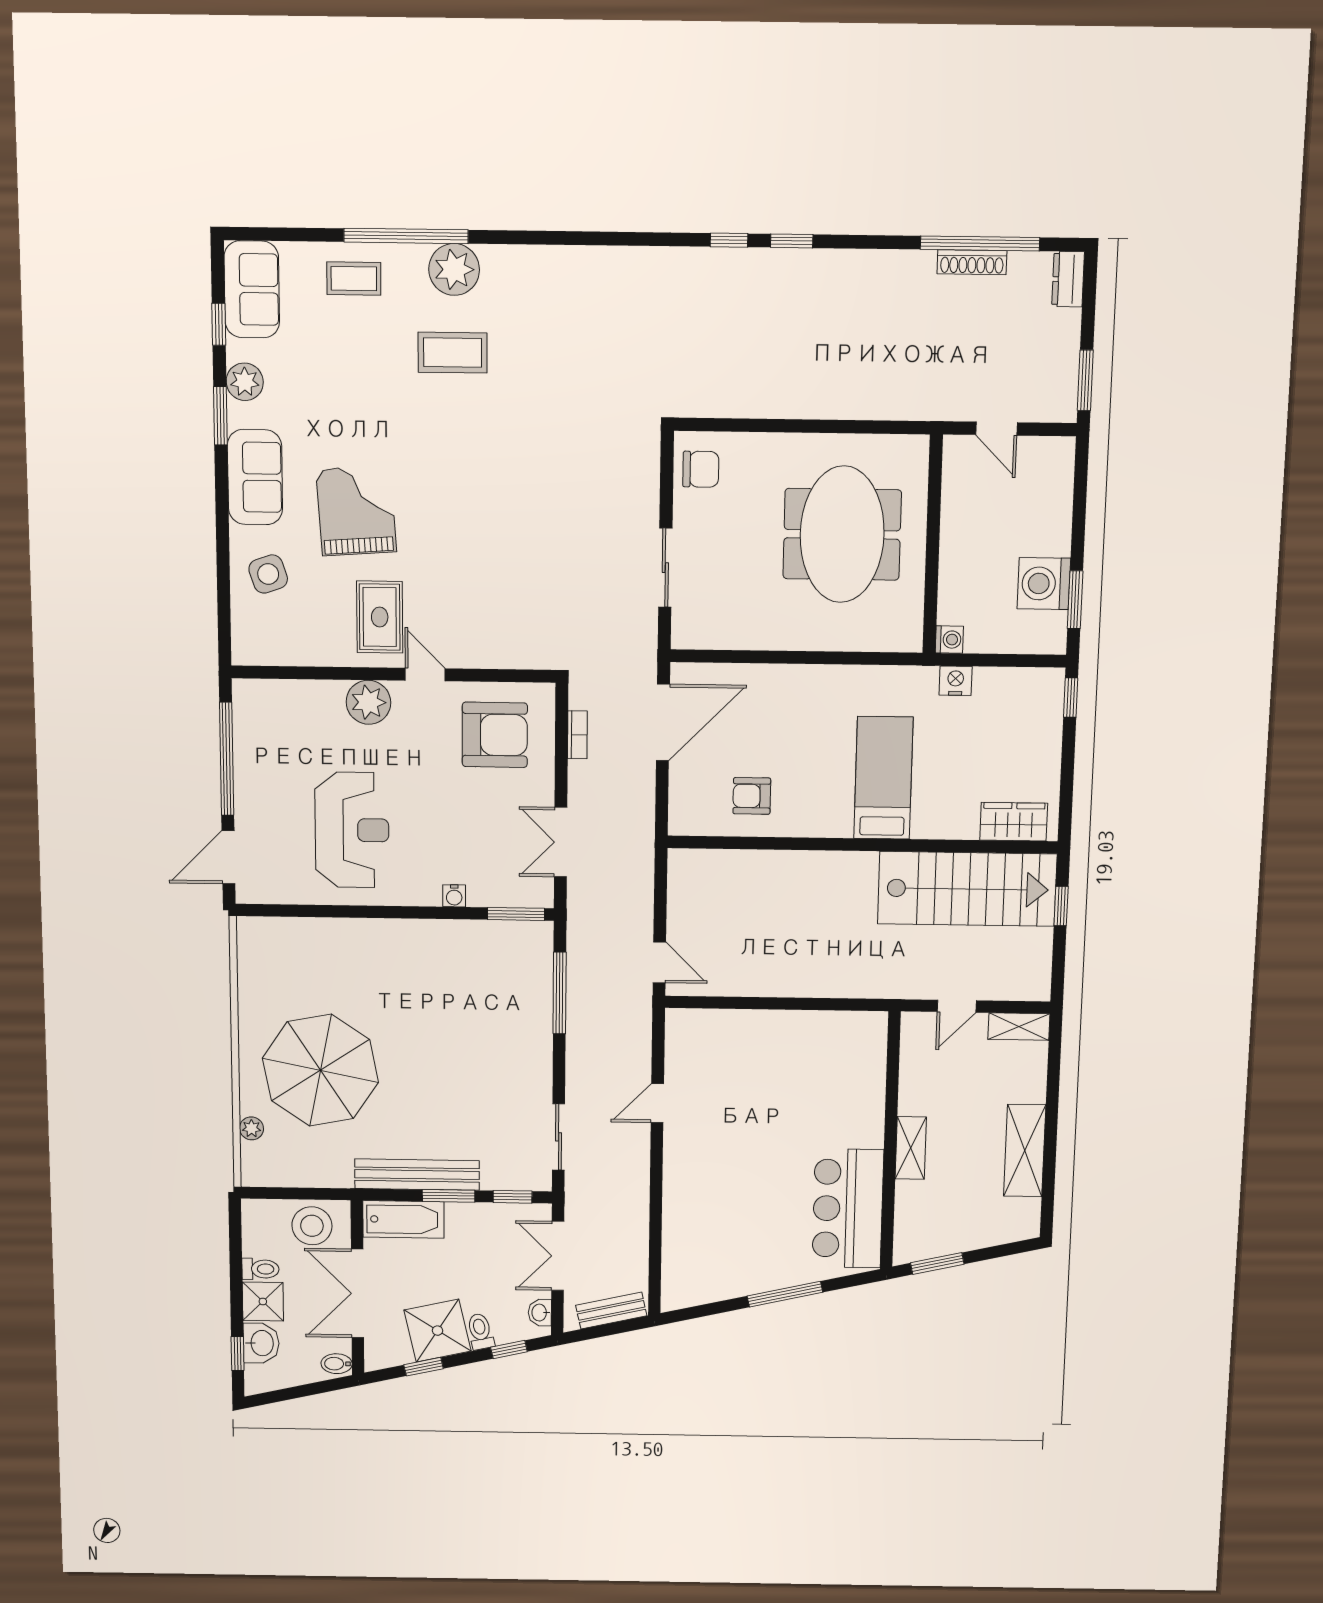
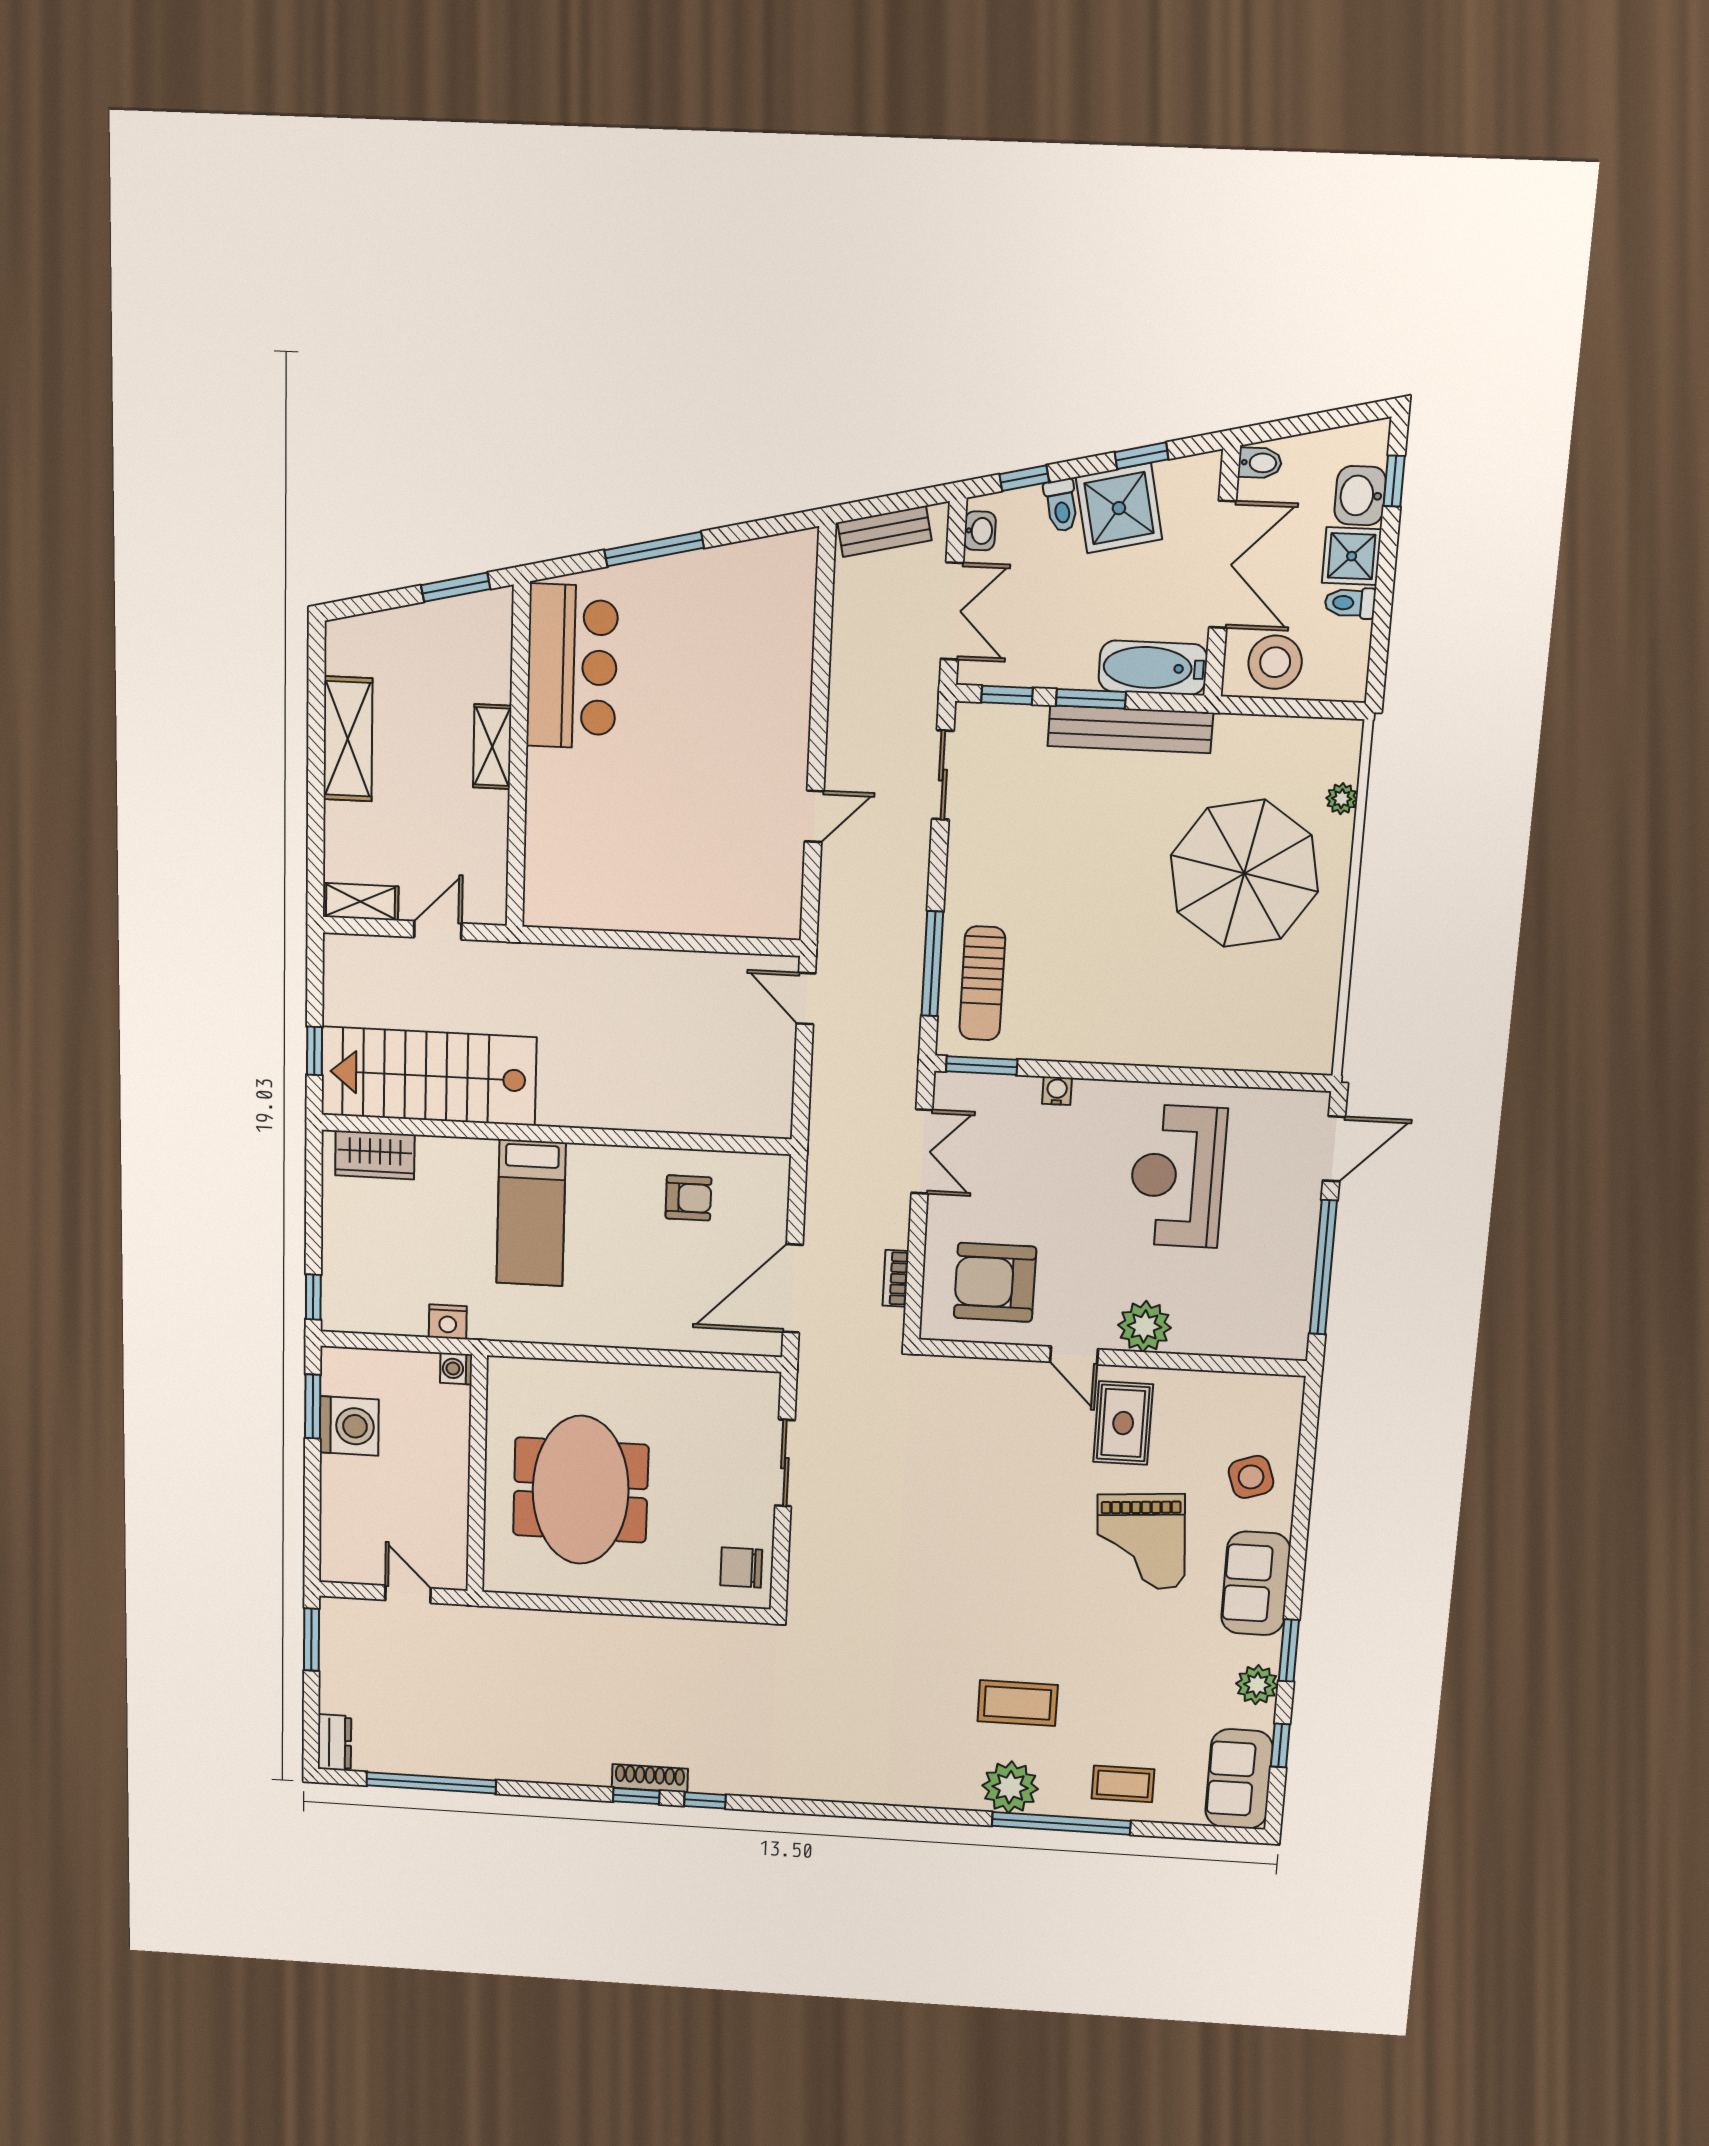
shoe rack: (972, 262) -> (650, 1778), moved
sun lounger: (519, 979) -> (982, 983), added

